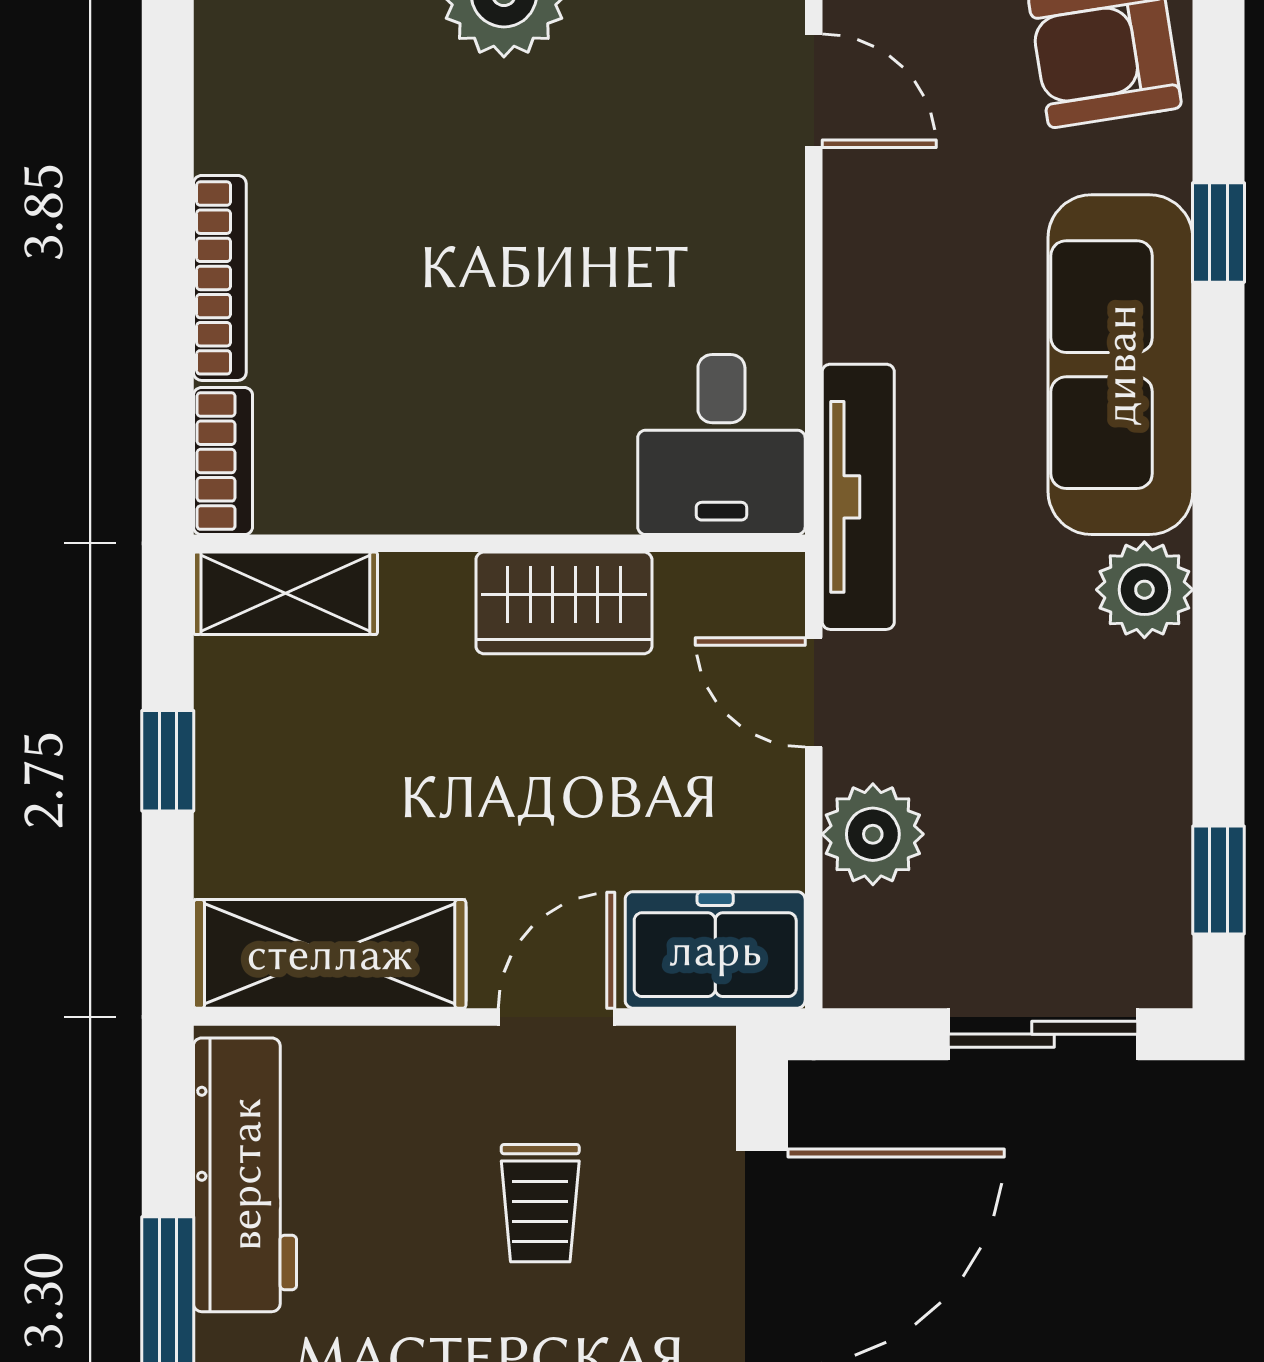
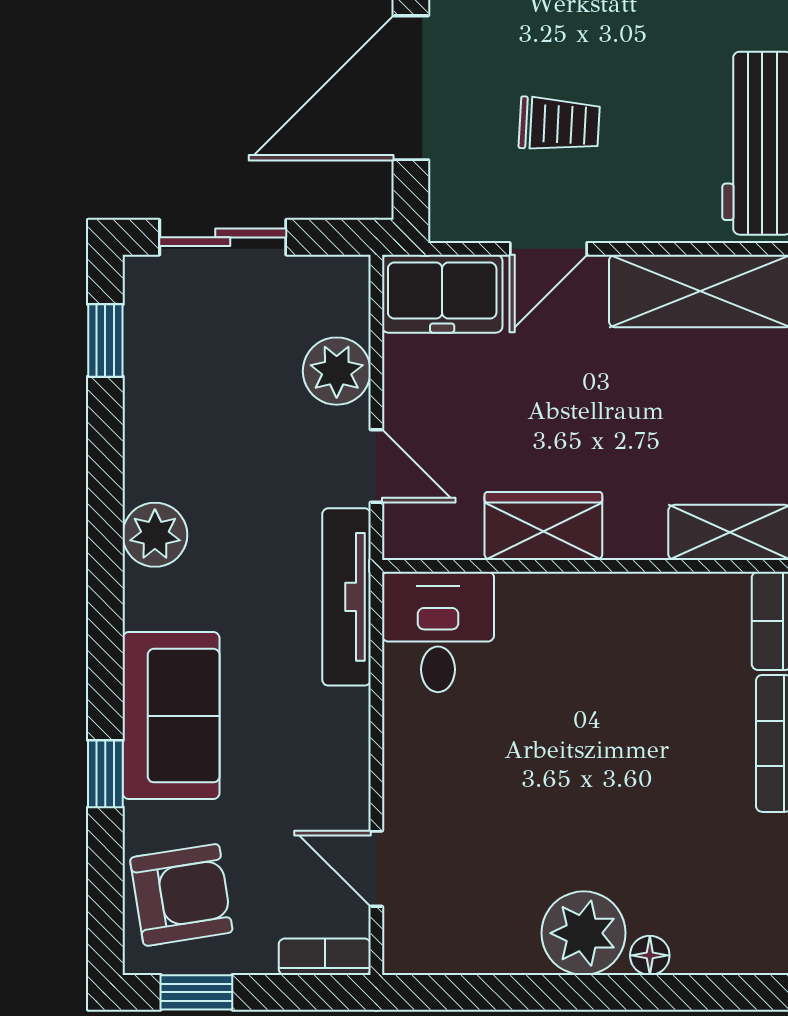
sofa: (1120, 365) -> (171, 716), width x0.73
trolley: (540, 1203) -> (559, 124), turned 93

